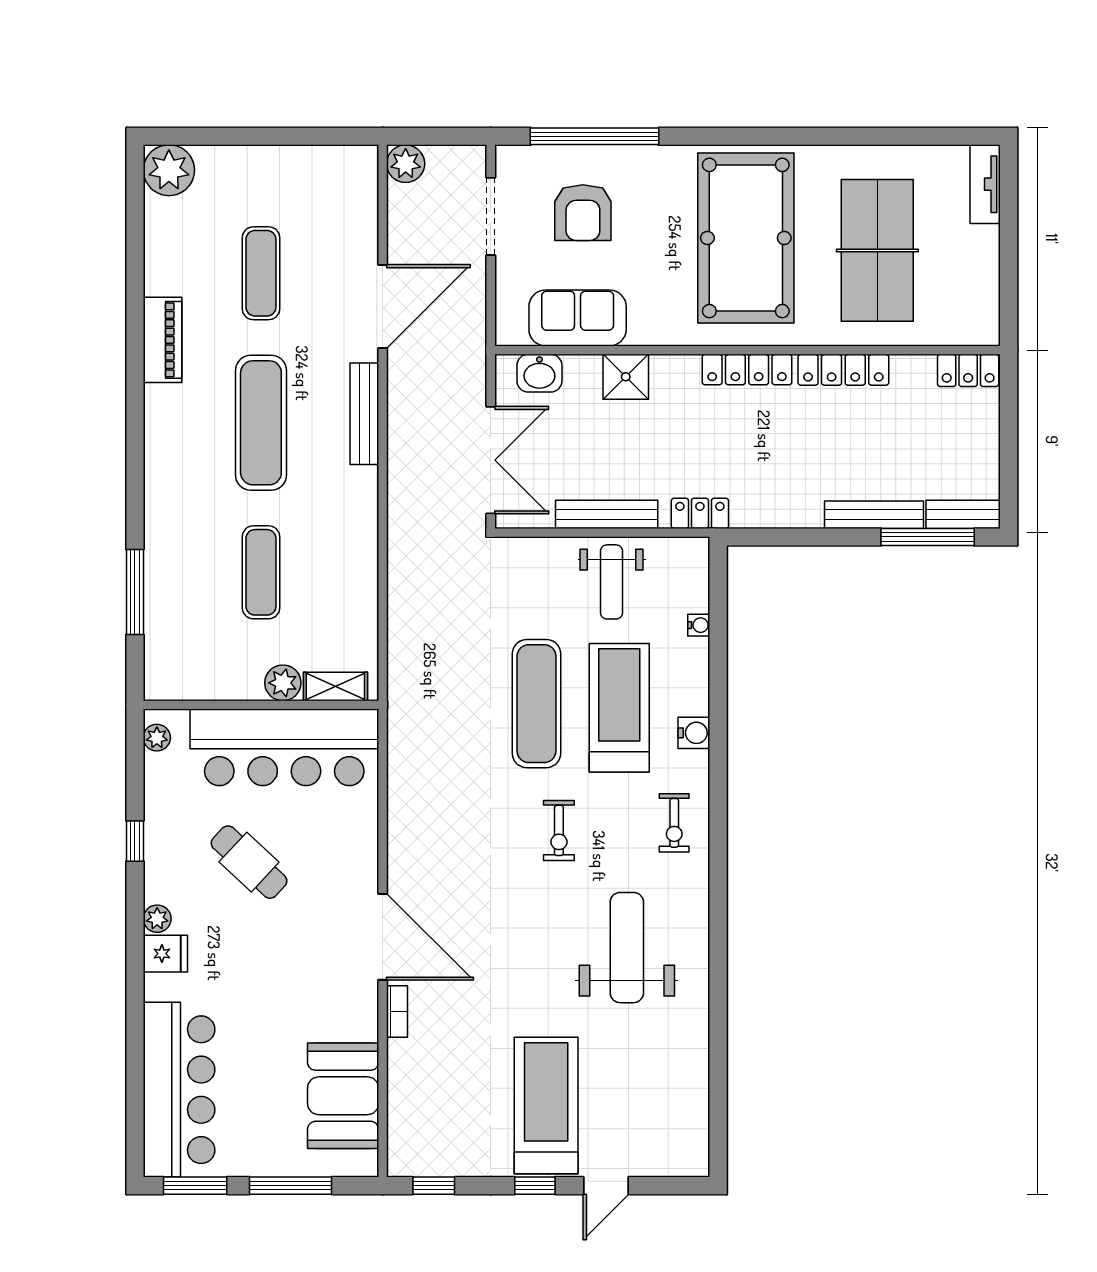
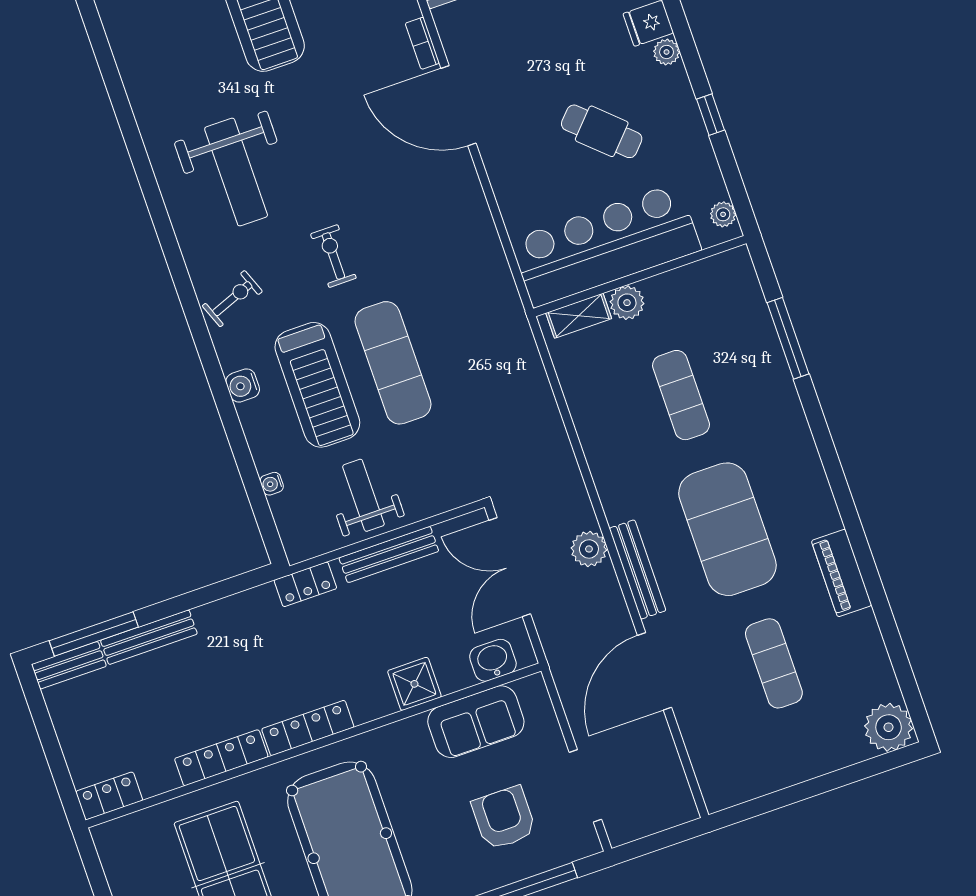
plant: (406, 164) -> (589, 549), moved
exercise mat: (261, 423) -> (727, 529), width x1.47
exercise bike: (674, 823) -> (232, 299), turned 69

